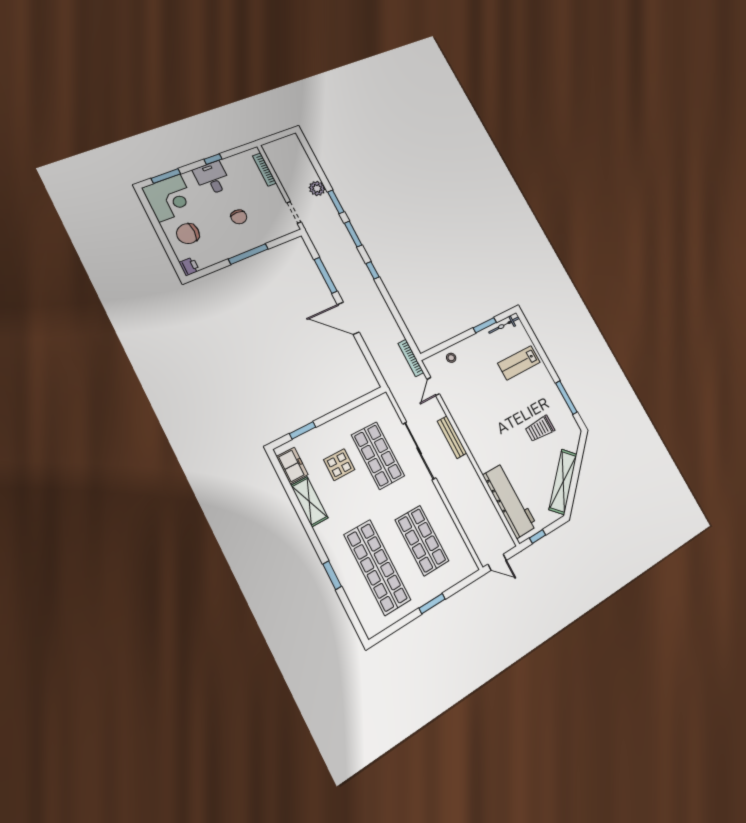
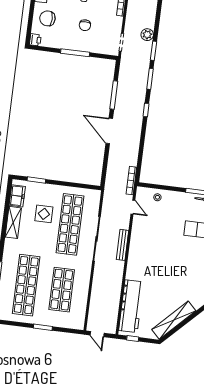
door: (433, 387) -> (133, 207), swing flipped
trolley: (540, 429) -> (183, 279), removed
shop shelf: (378, 455) -> (70, 224), width x1.40

